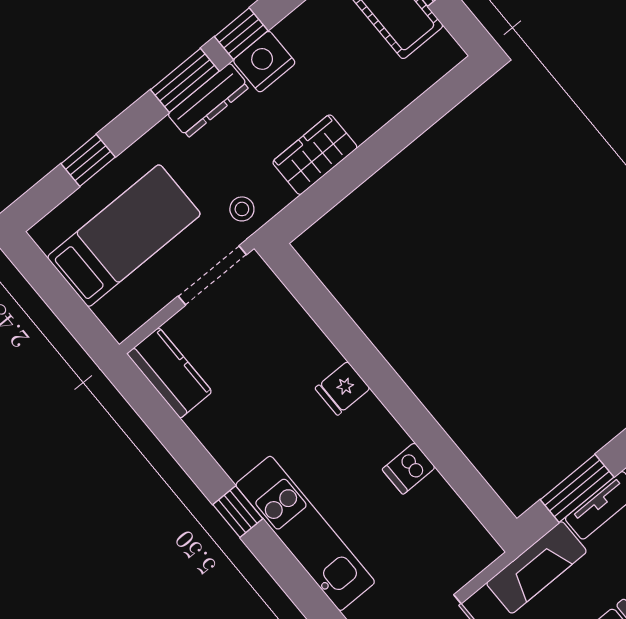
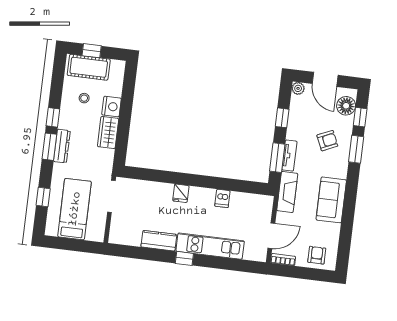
nightstand: (264, 62) -> (111, 107), moved, turned 180
stool: (242, 209) -> (84, 98), moved
kitchen counter: (169, 373) -> (159, 241), moved

